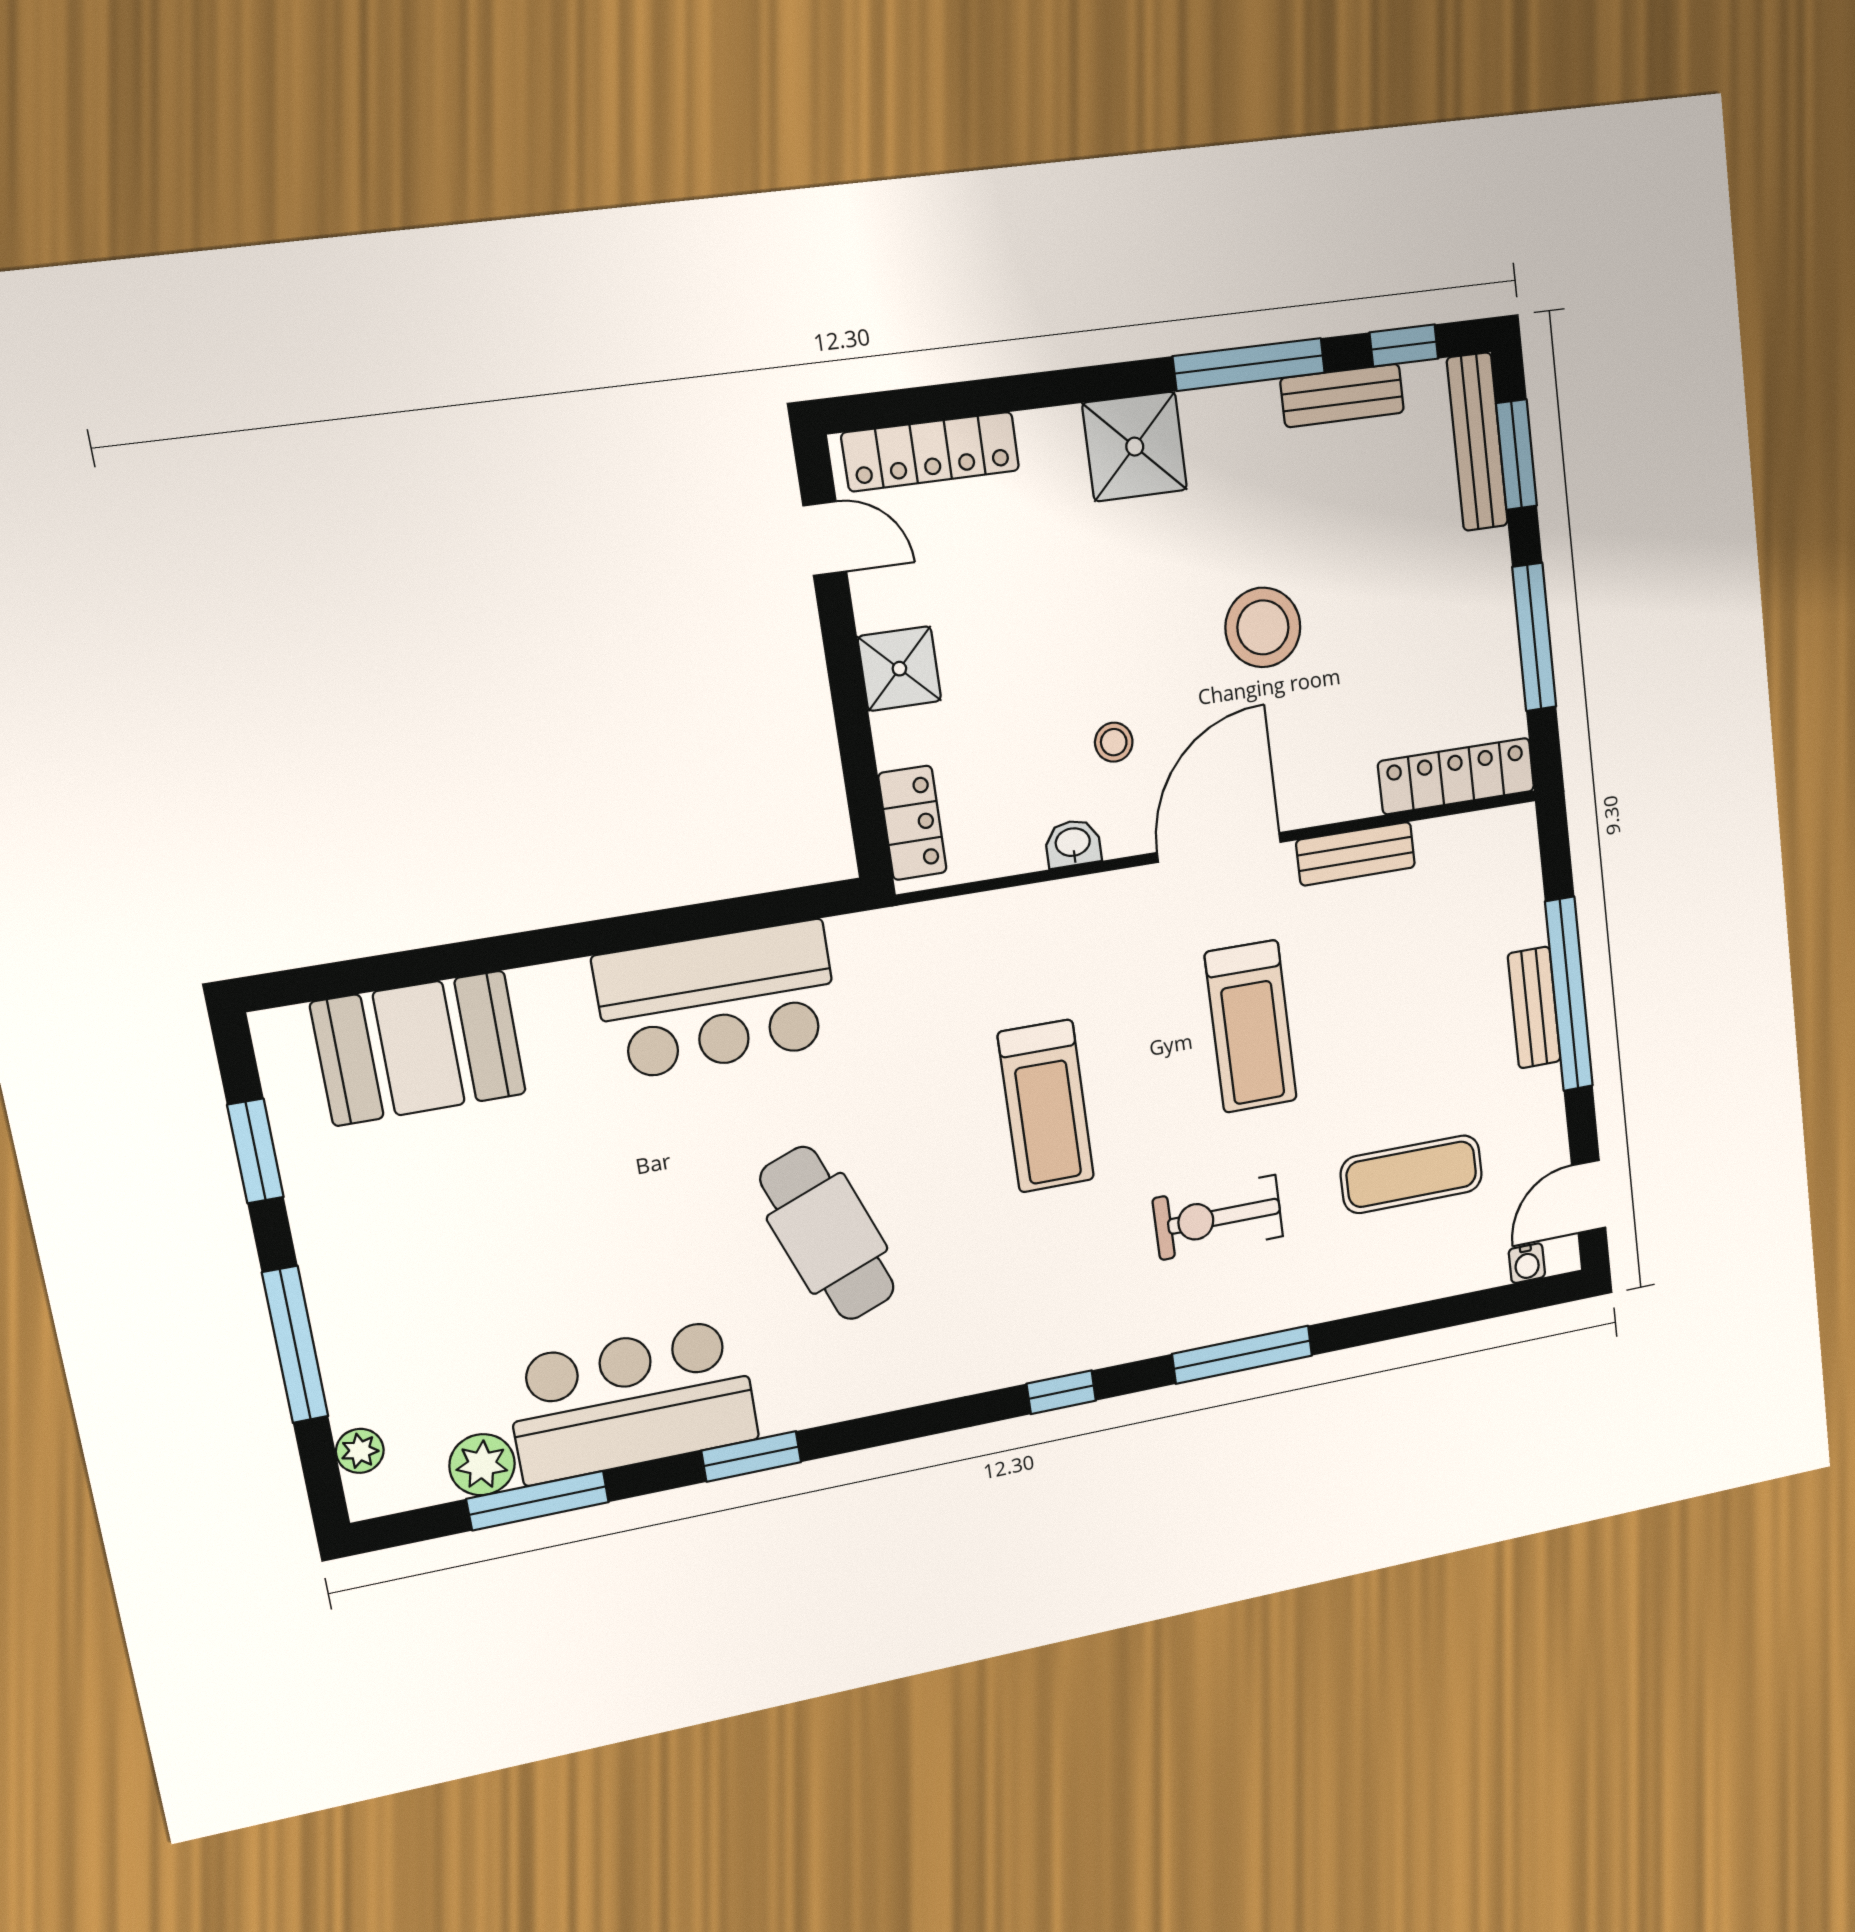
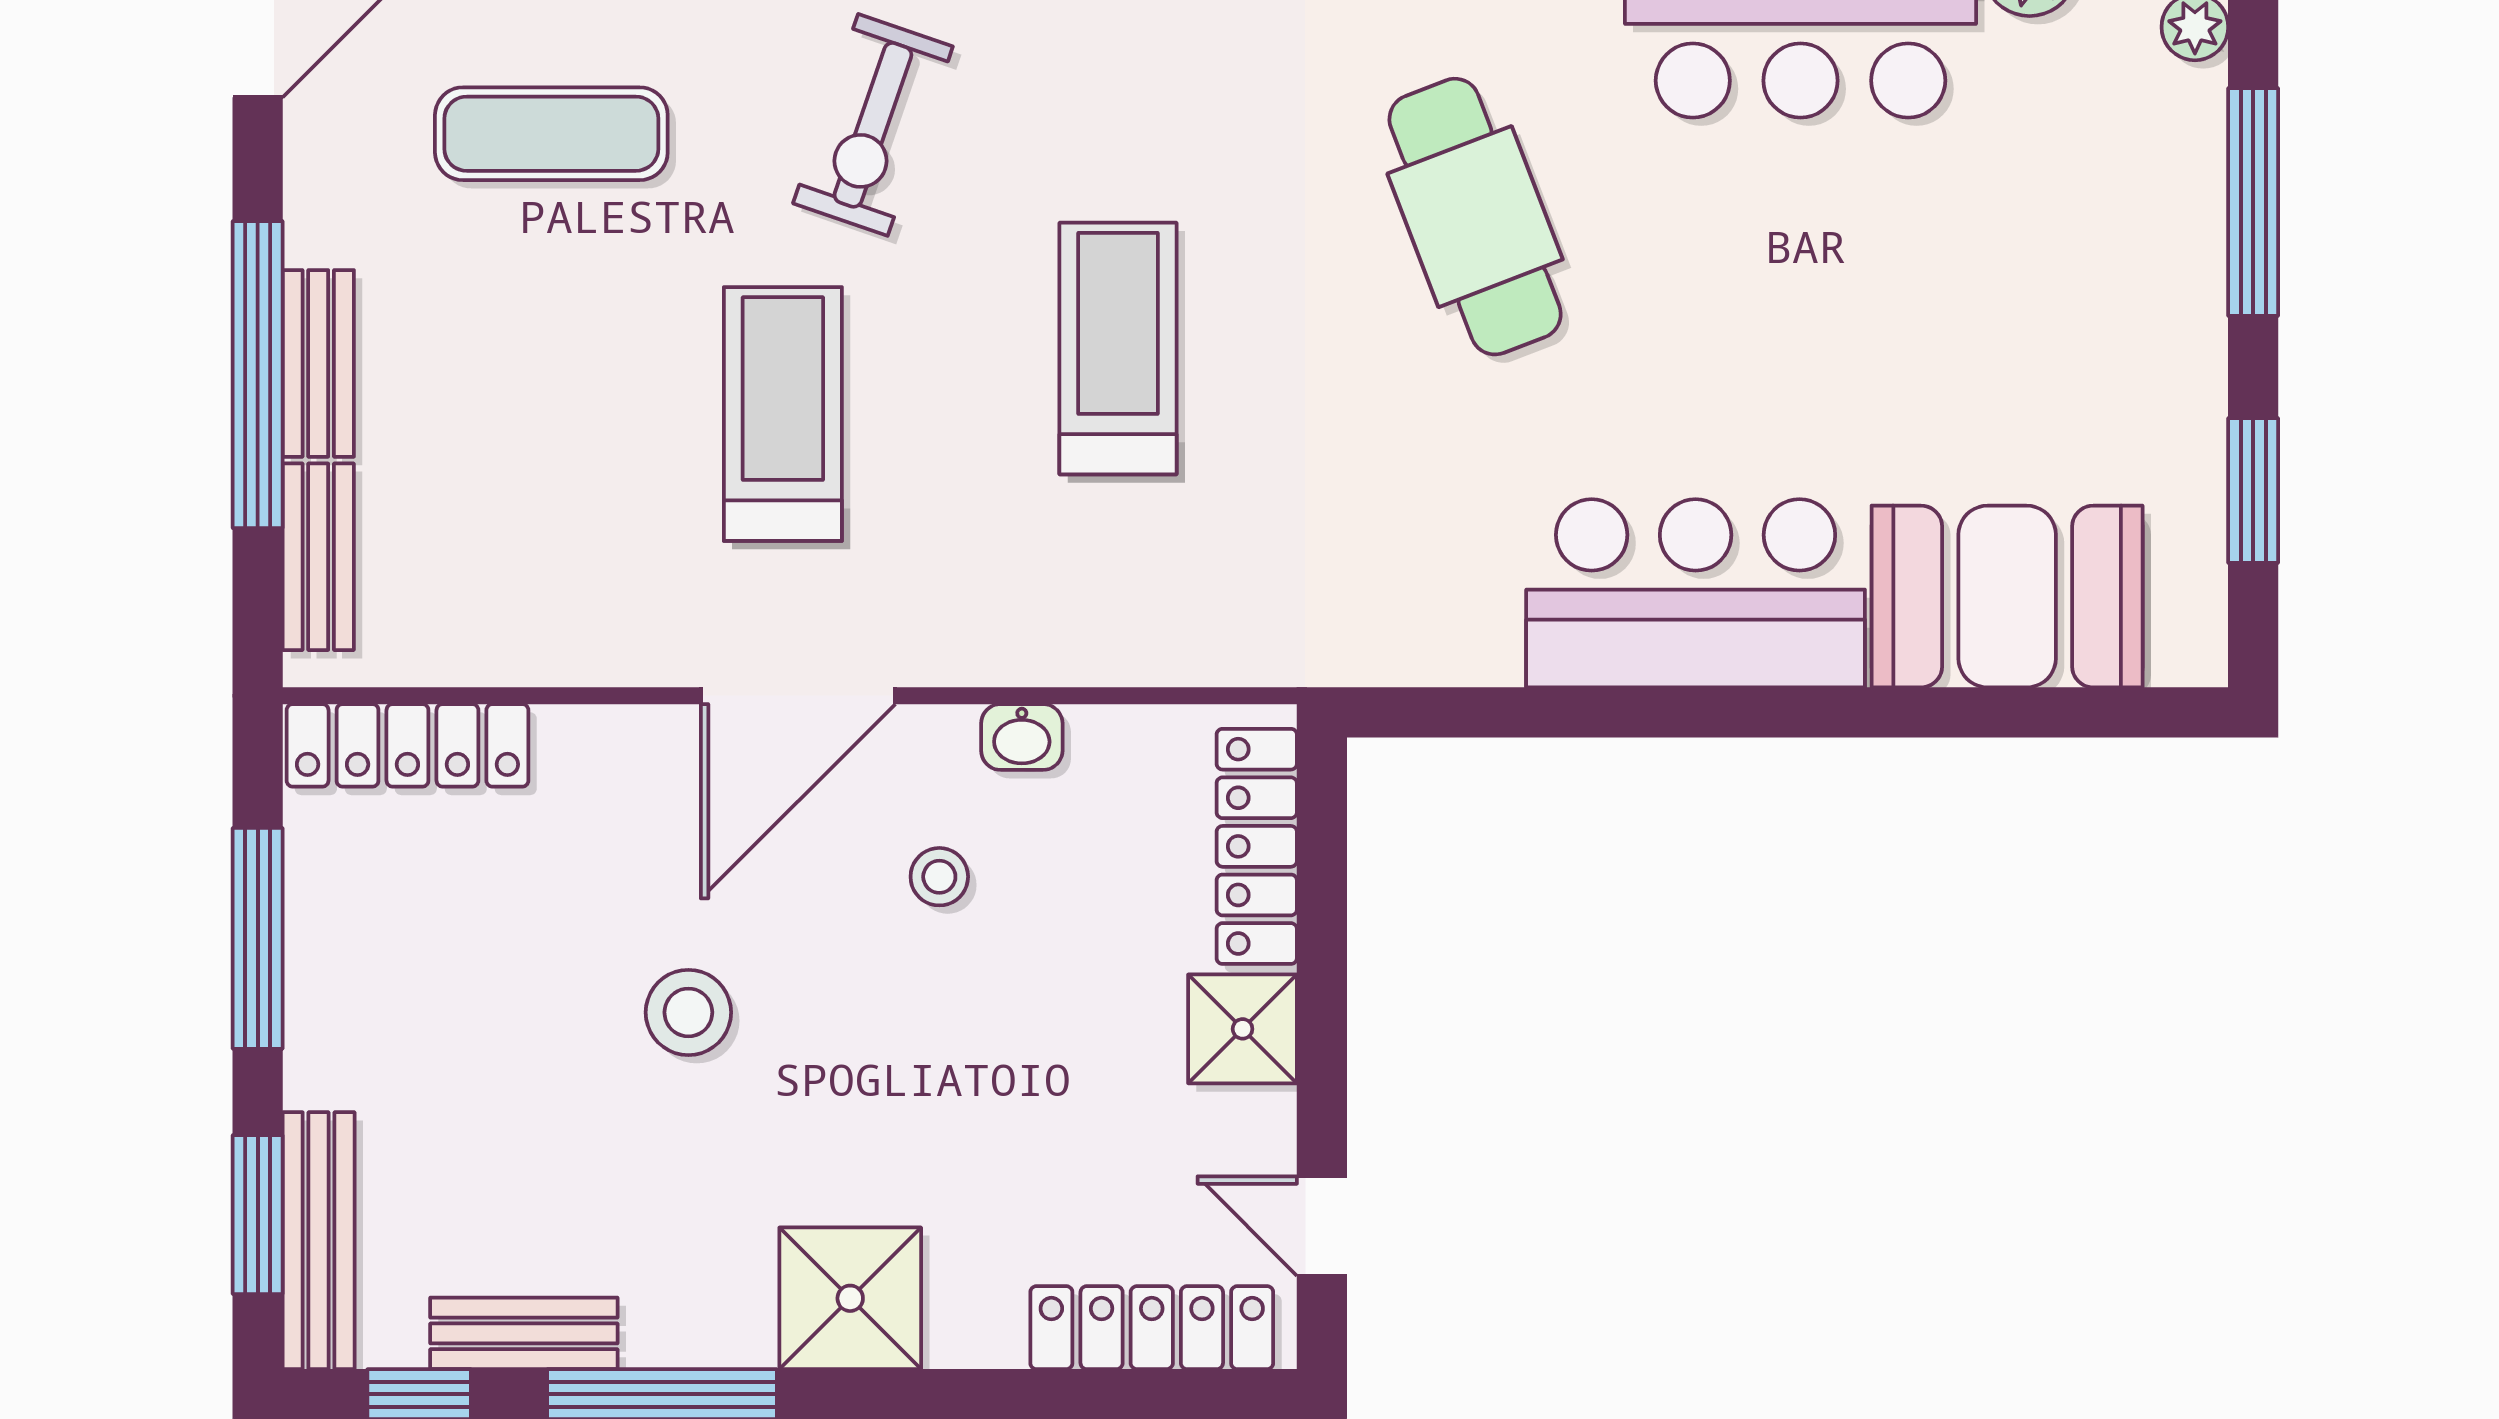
stool: (1263, 627) -> (688, 1012), width x0.73, depth x0.73
locker: (912, 823) -> (1257, 846), width x1.53
bench: (1356, 854) -> (318, 557), moved, turned 90
bar counter: (718, 1000) -> (1696, 593), moved
exercise bike: (1218, 1217) -> (873, 125), turned 109

